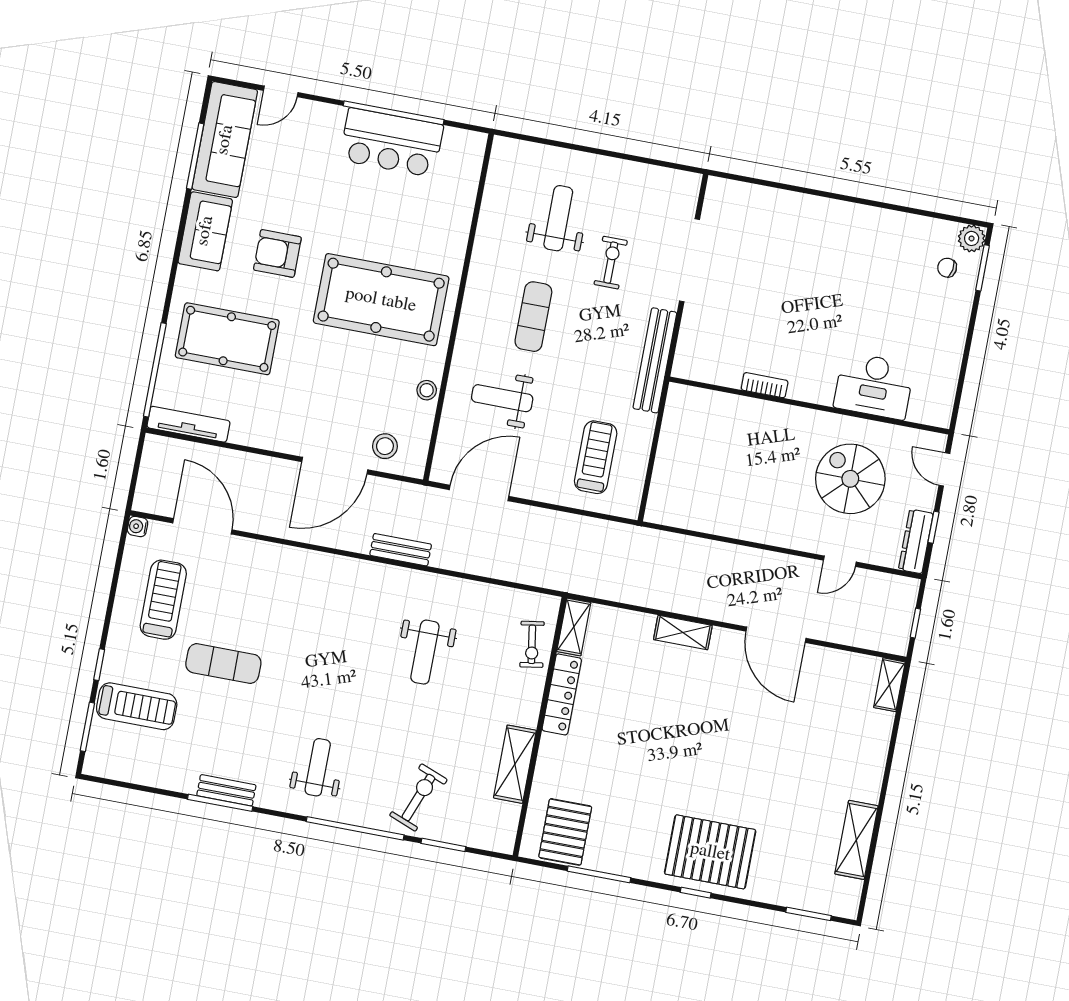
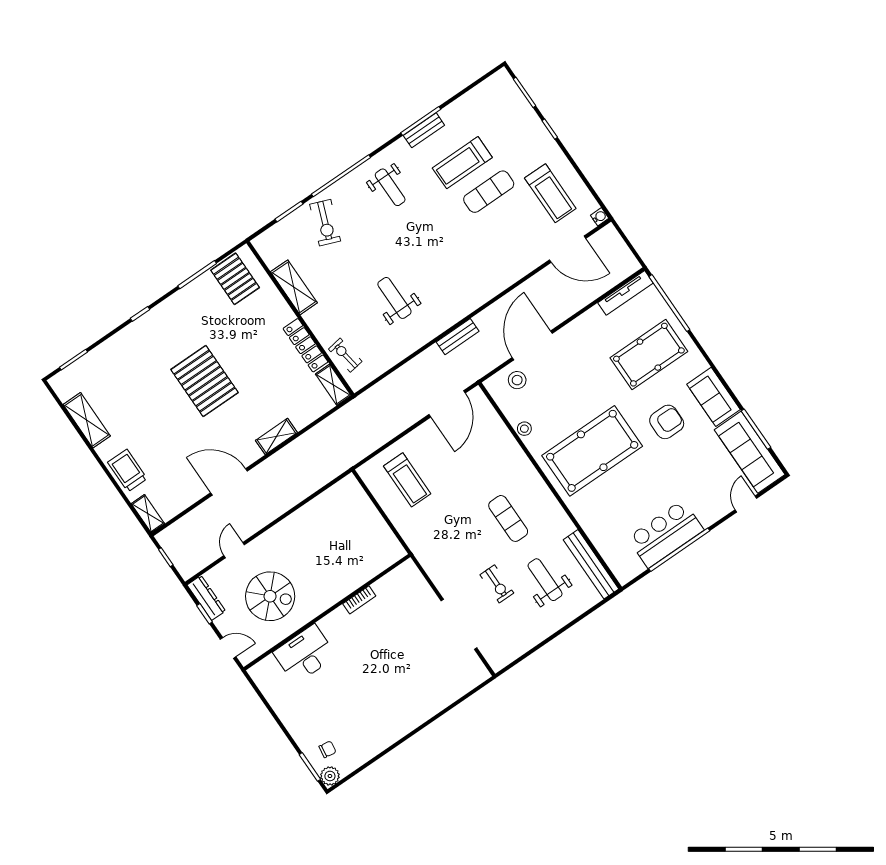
weight bench: (558, 218) -> (545, 580), turned 180
bench: (655, 360) -> (591, 564), moved
weight bench: (502, 398) -> (483, 462), removed
treadmill: (137, 706) -> (462, 163), moved
trolley: (866, 749) -> (127, 470), added
pallet: (710, 852) -> (205, 381), moved, turned 90

